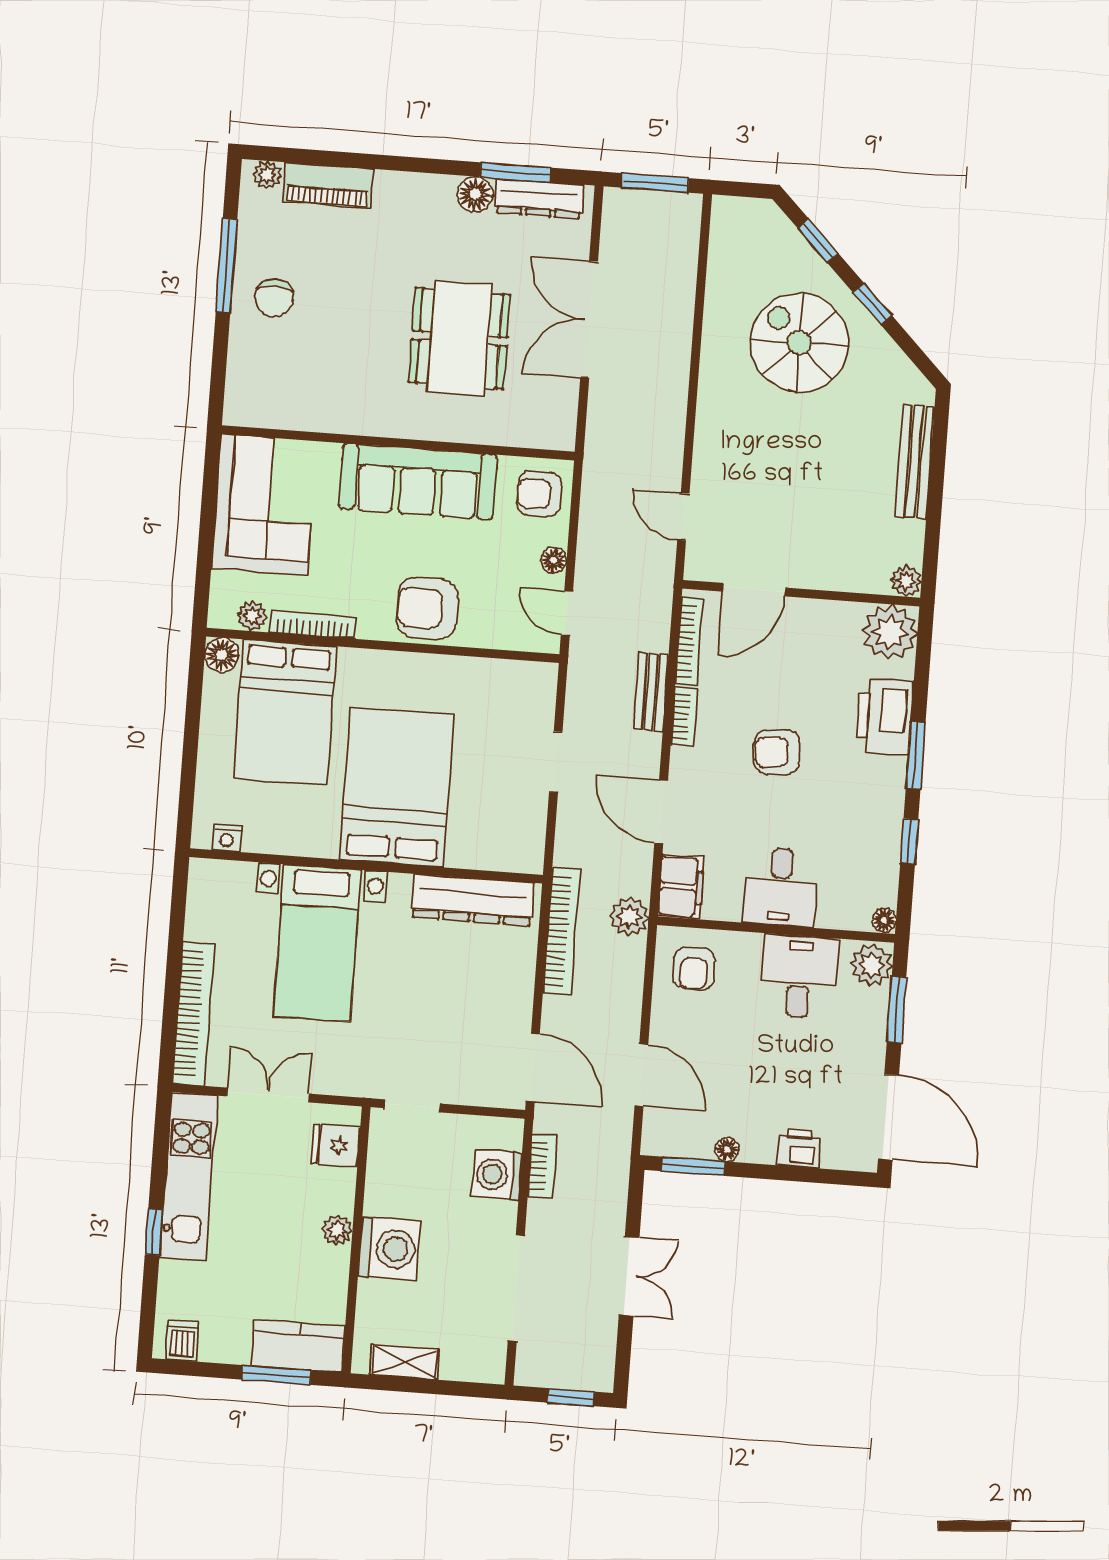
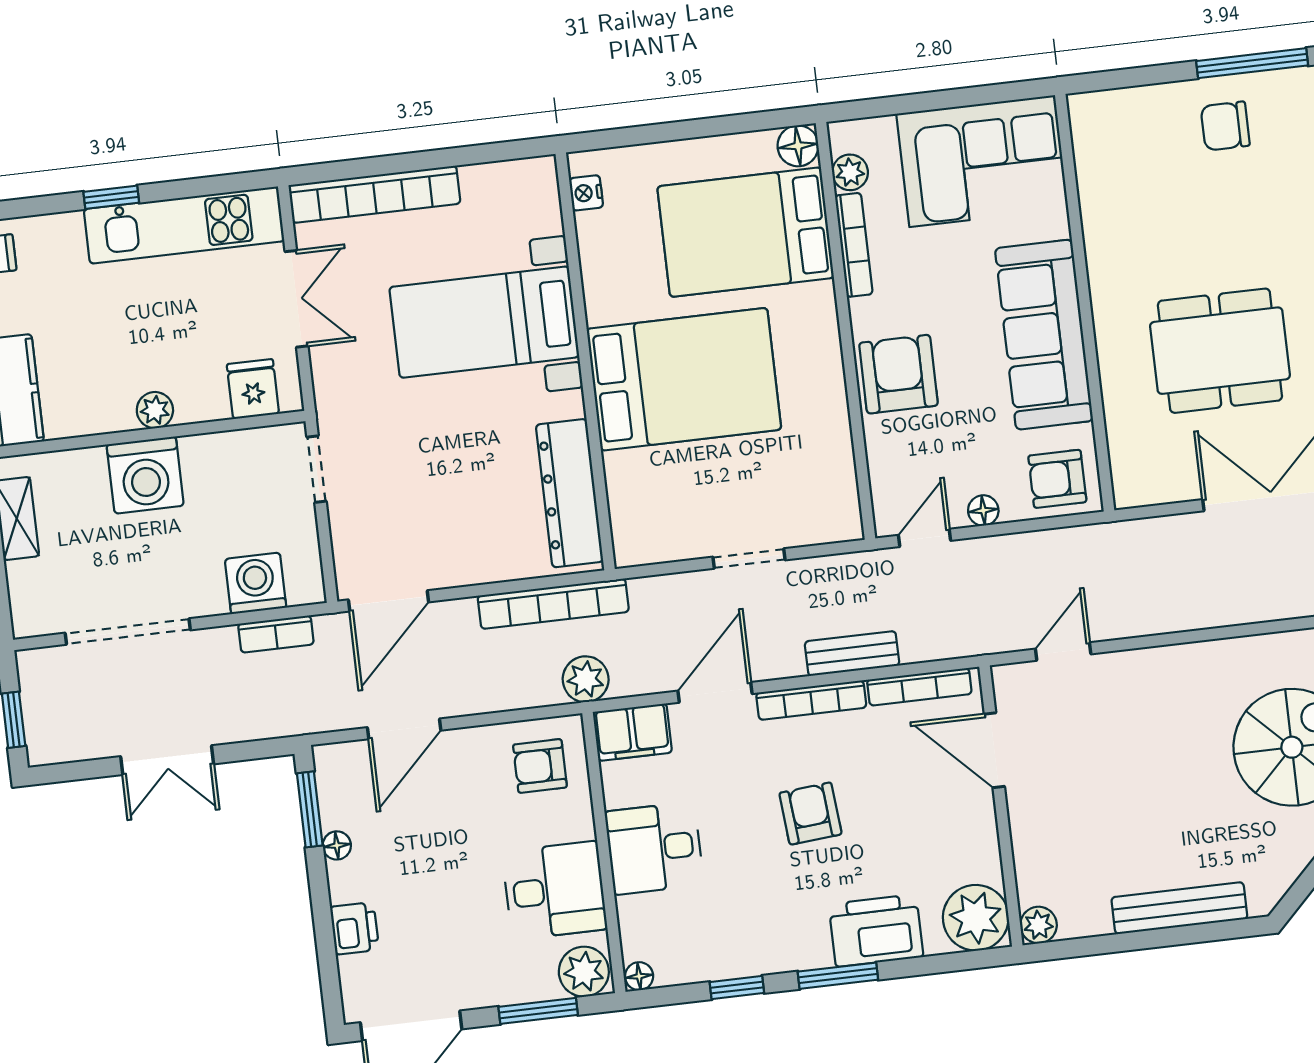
armchair: (539, 494) -> (1057, 479), turned -90
bookcase: (684, 717) -> (811, 700), width x1.56

